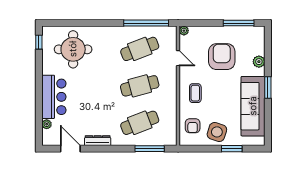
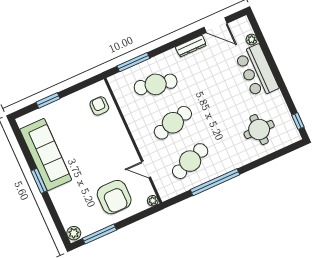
window: (146, 23) -> (215, 182), moved
round table: (73, 49) -> (259, 130), width x0.73, depth x0.73
armchair: (222, 57) -> (114, 197), moved
plant: (259, 62) -> (74, 233), moved
coffee table: (195, 93) -> (112, 141), removed
cafe table: (140, 123) -> (156, 84), turned 33
side table: (217, 132) -> (71, 111), removed

